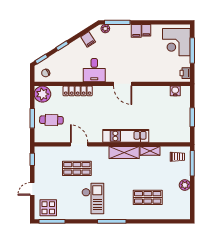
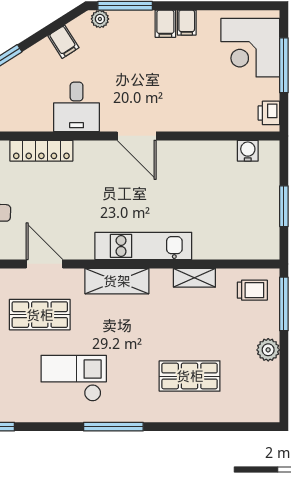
shelving: (124, 153) -> (117, 281), moved
checkout: (93, 198) -> (74, 378), turned -90

